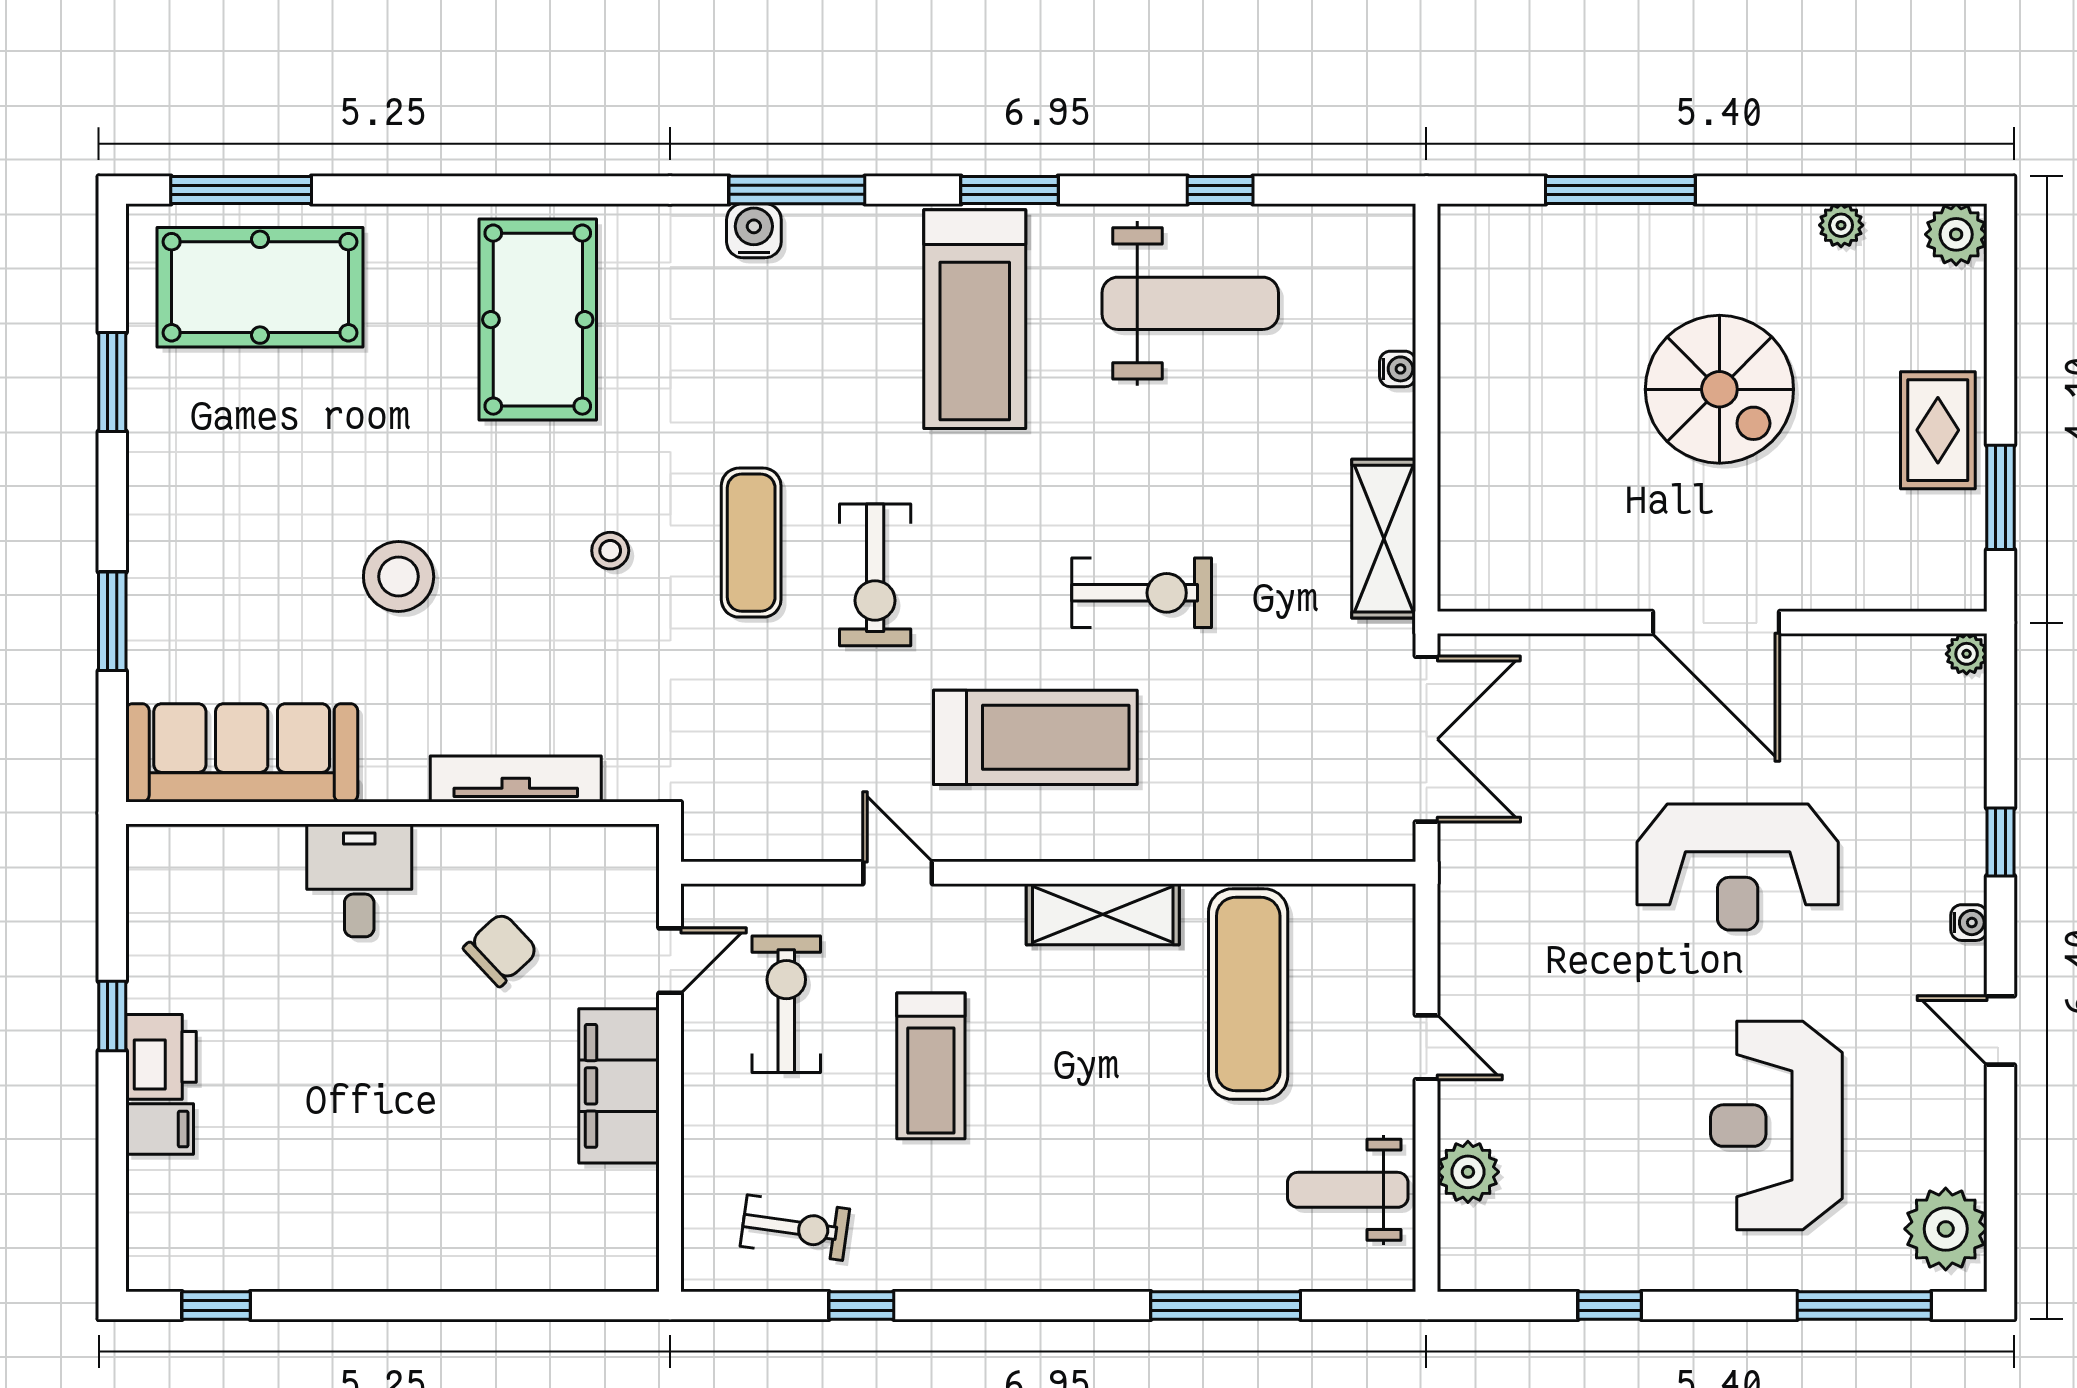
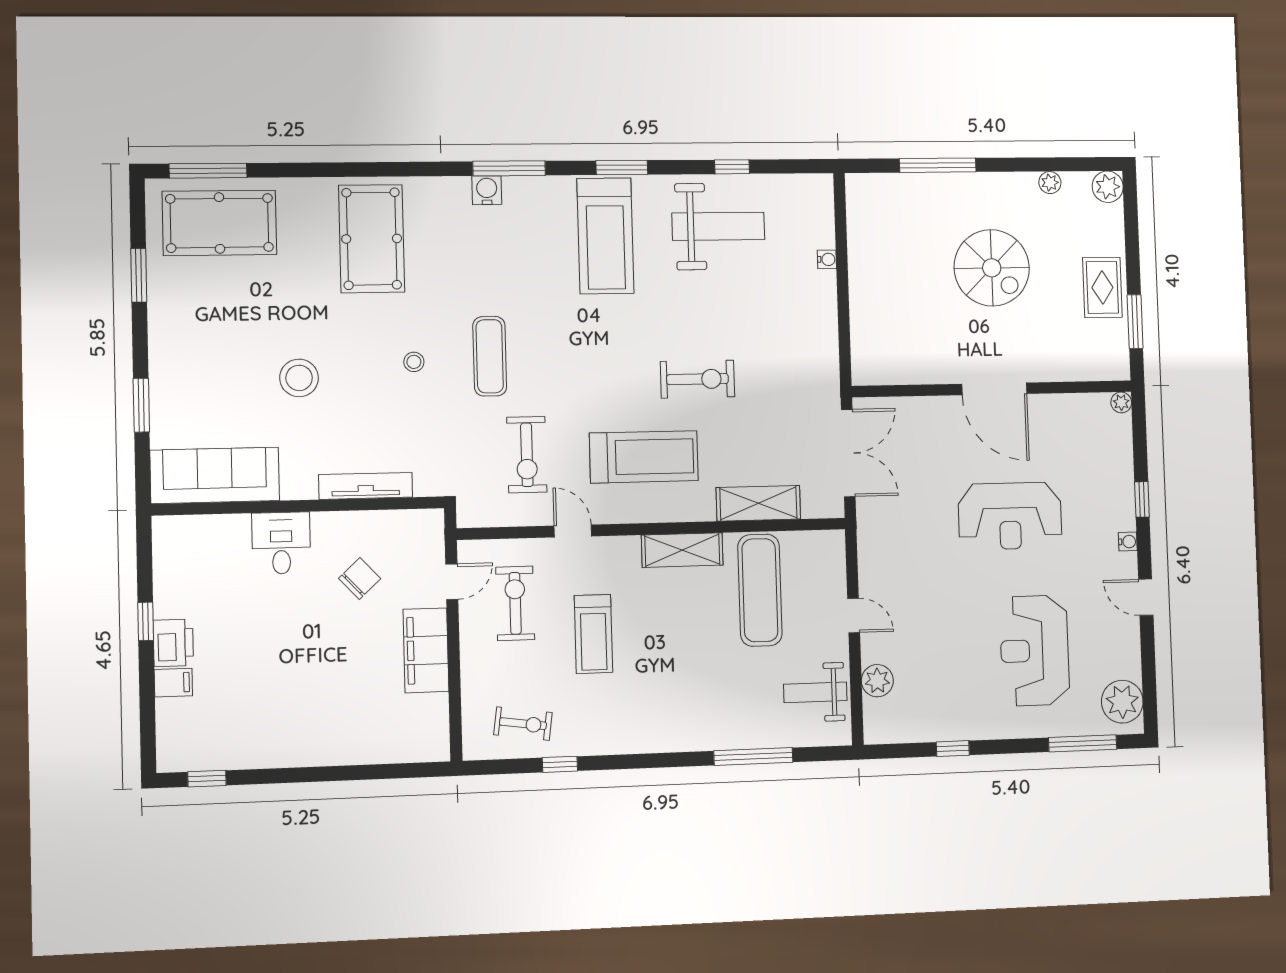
shelving: (1384, 539) -> (758, 503), moved, turned 90
exercise bike: (875, 575) -> (527, 455), moved

